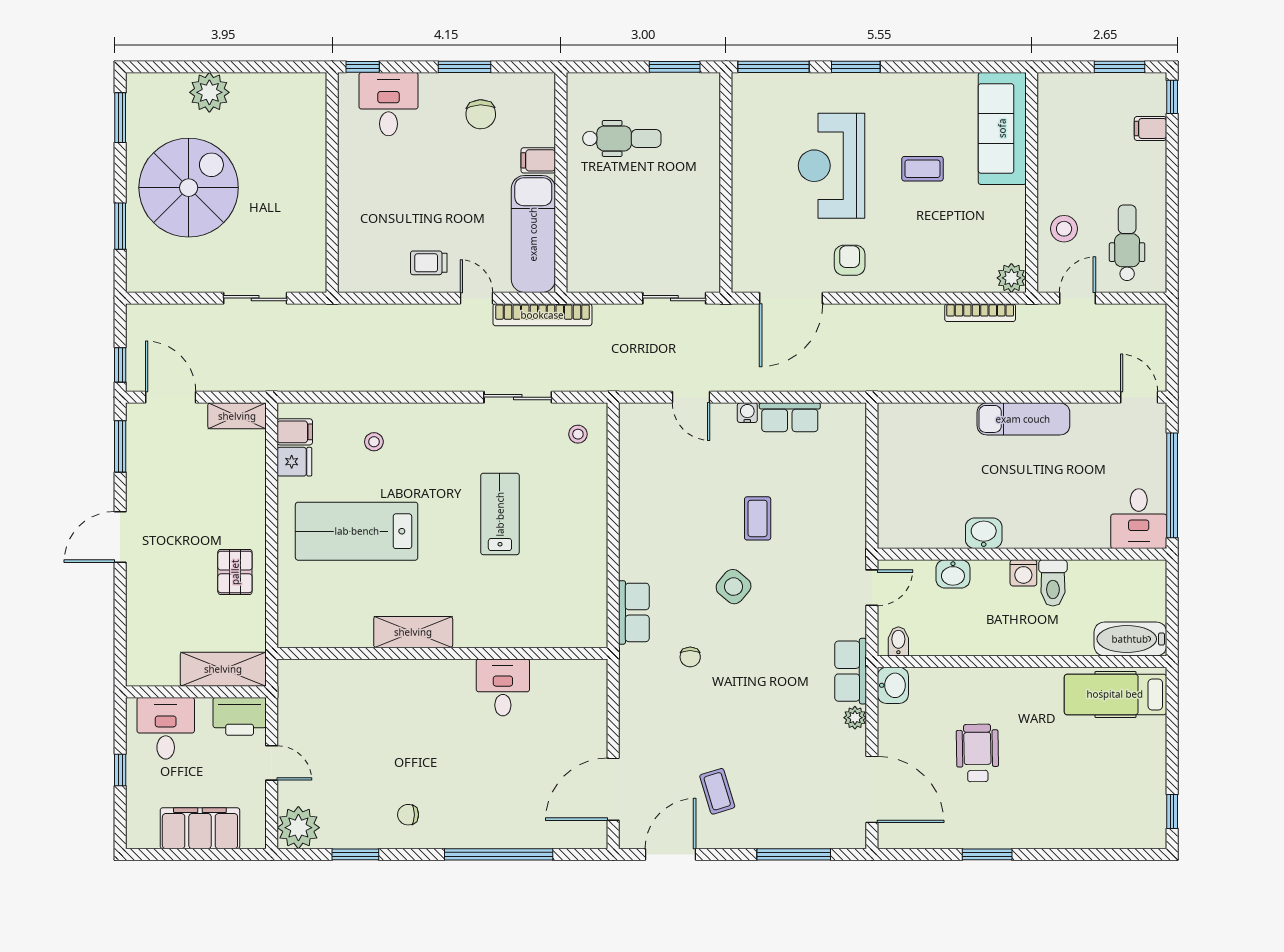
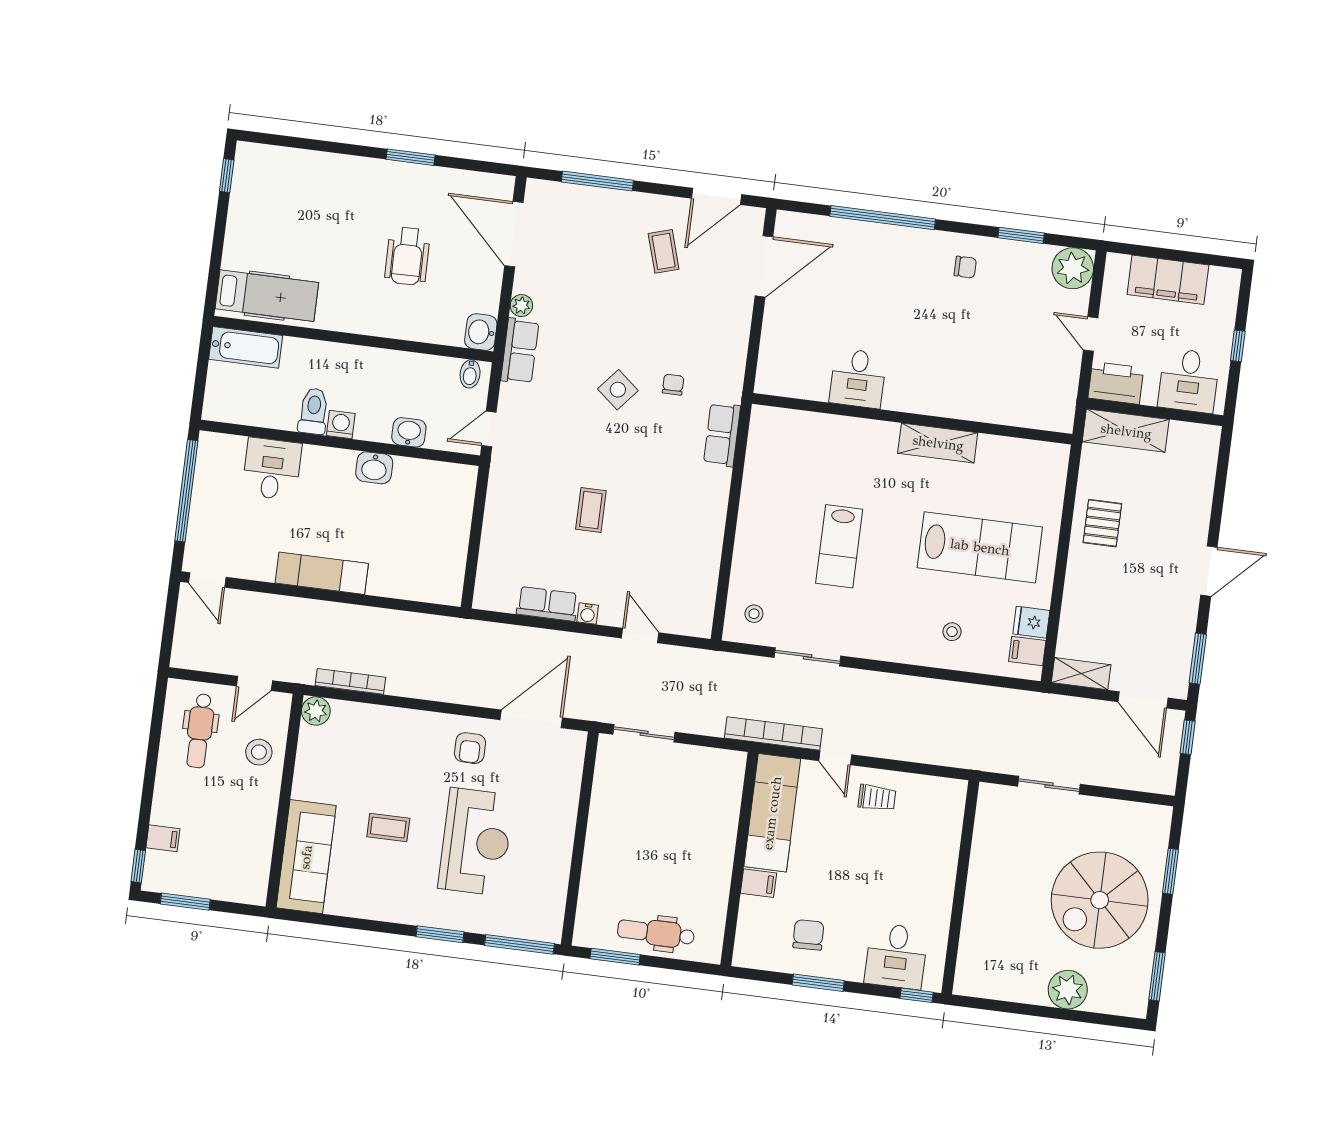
dental chair: (622, 138) -> (656, 933), moved
desk: (1139, 519) -> (272, 469), moved
side table: (734, 587) -> (618, 390), moved

